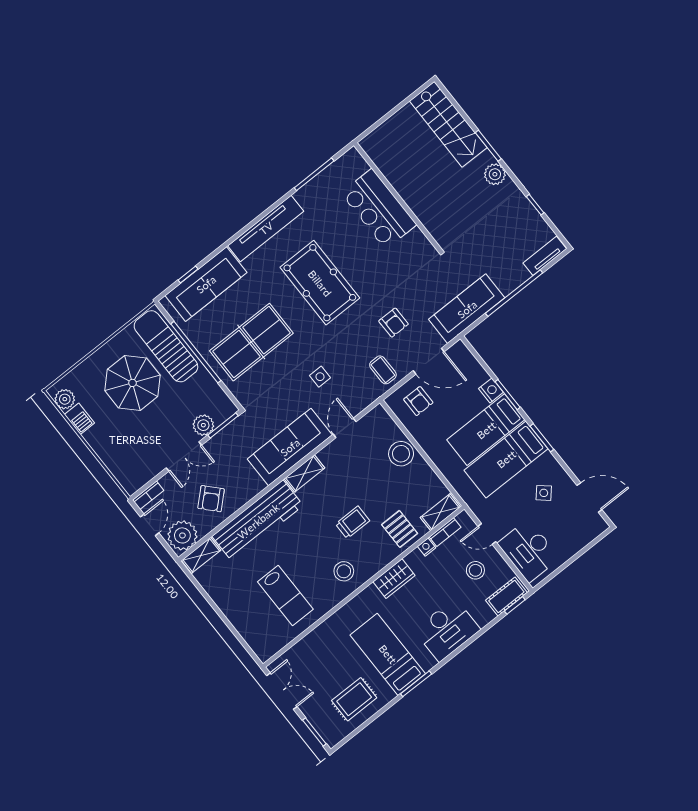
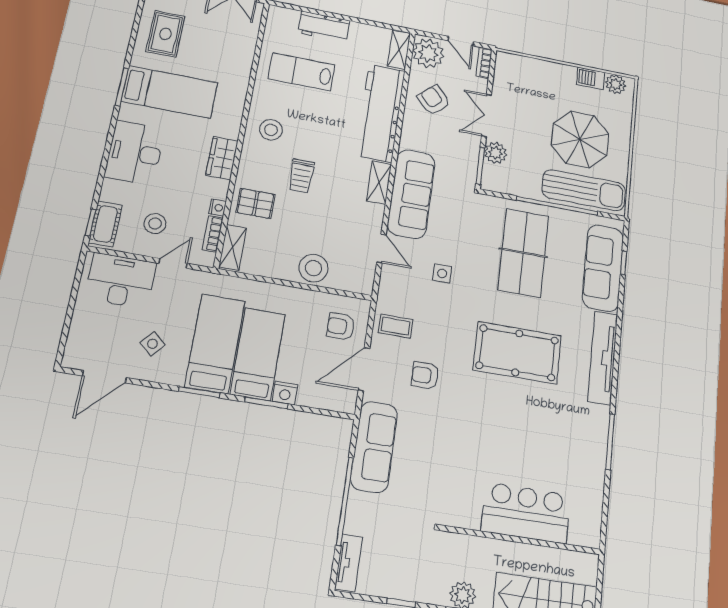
wall: (398, 197) -> (520, 540), moved
bar counter: (379, 209) -> (526, 513), moved
workbench: (239, 616) -> (324, 27), added

